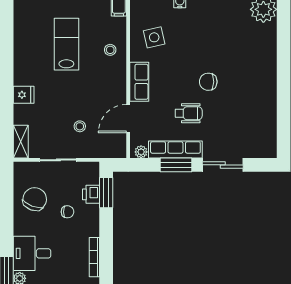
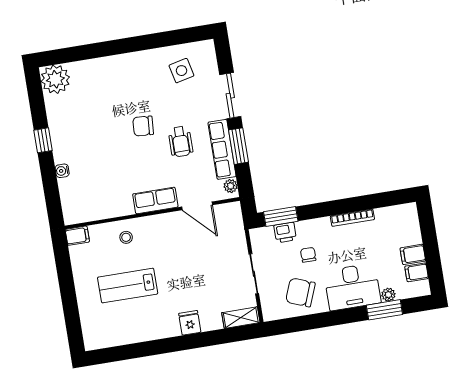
side table: (154, 37) -> (181, 71), moved
chair: (208, 82) -> (143, 126), turned 93
wheelchair: (189, 113) -> (181, 142), turned 180
stool: (80, 126) -> (214, 257), removed
desk: (32, 253) -> (352, 287), width x1.37

